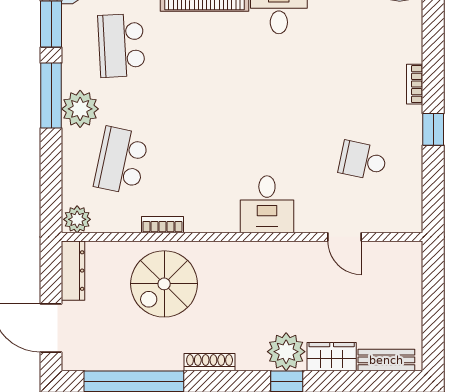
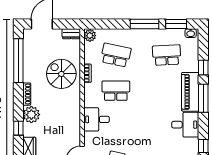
plant: (80, 109) -> (139, 37), removed
school desk: (202, 161) -> (116, 91), added
dresser: (73, 271) -> (71, 34), width x0.70
plant: (286, 352) -> (31, 115), moved

